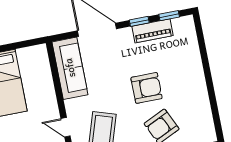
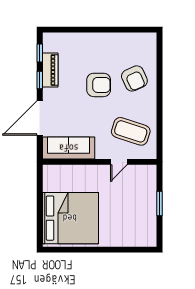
armchair: (147, 88) -> (99, 85), turned 90

